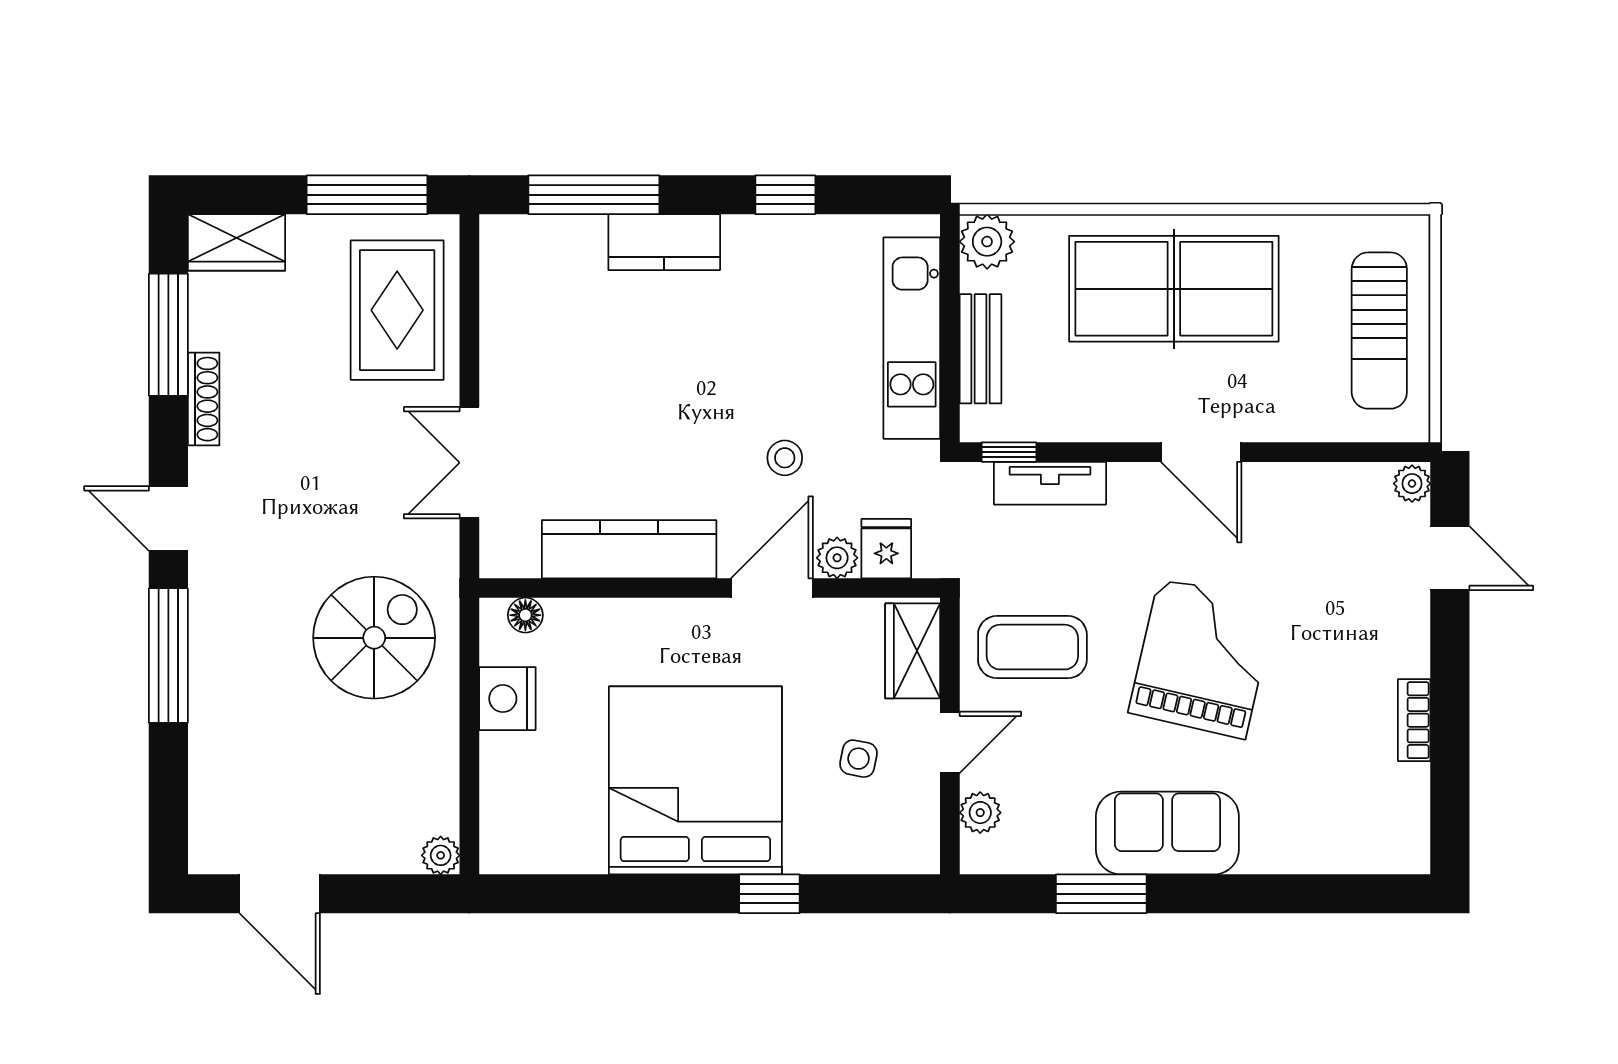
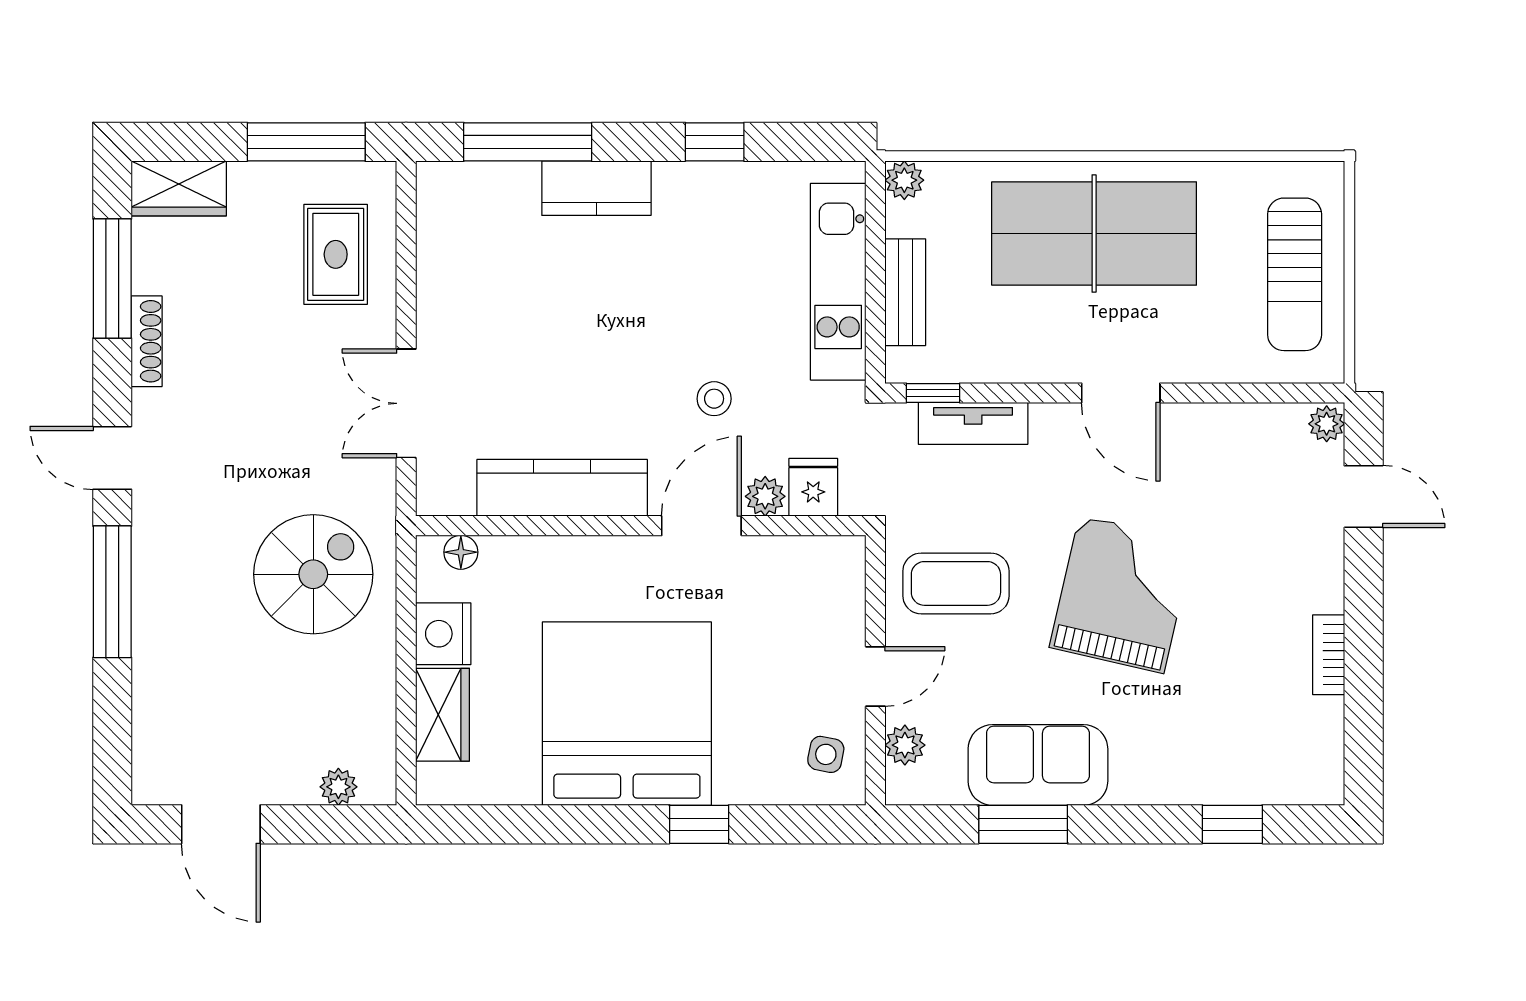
plant: (987, 242) -> (904, 180), width x0.73, depth x0.73
rug: (397, 310) -> (336, 254), width x0.73, depth x0.70
wardrobe: (913, 651) -> (443, 715), moved, turned 180
side table: (859, 759) -> (826, 754), moved
sofa: (1167, 833) -> (1038, 765), moved
plant: (441, 855) -> (338, 787), moved
window: (1315, 894) -> (1232, 824), added

